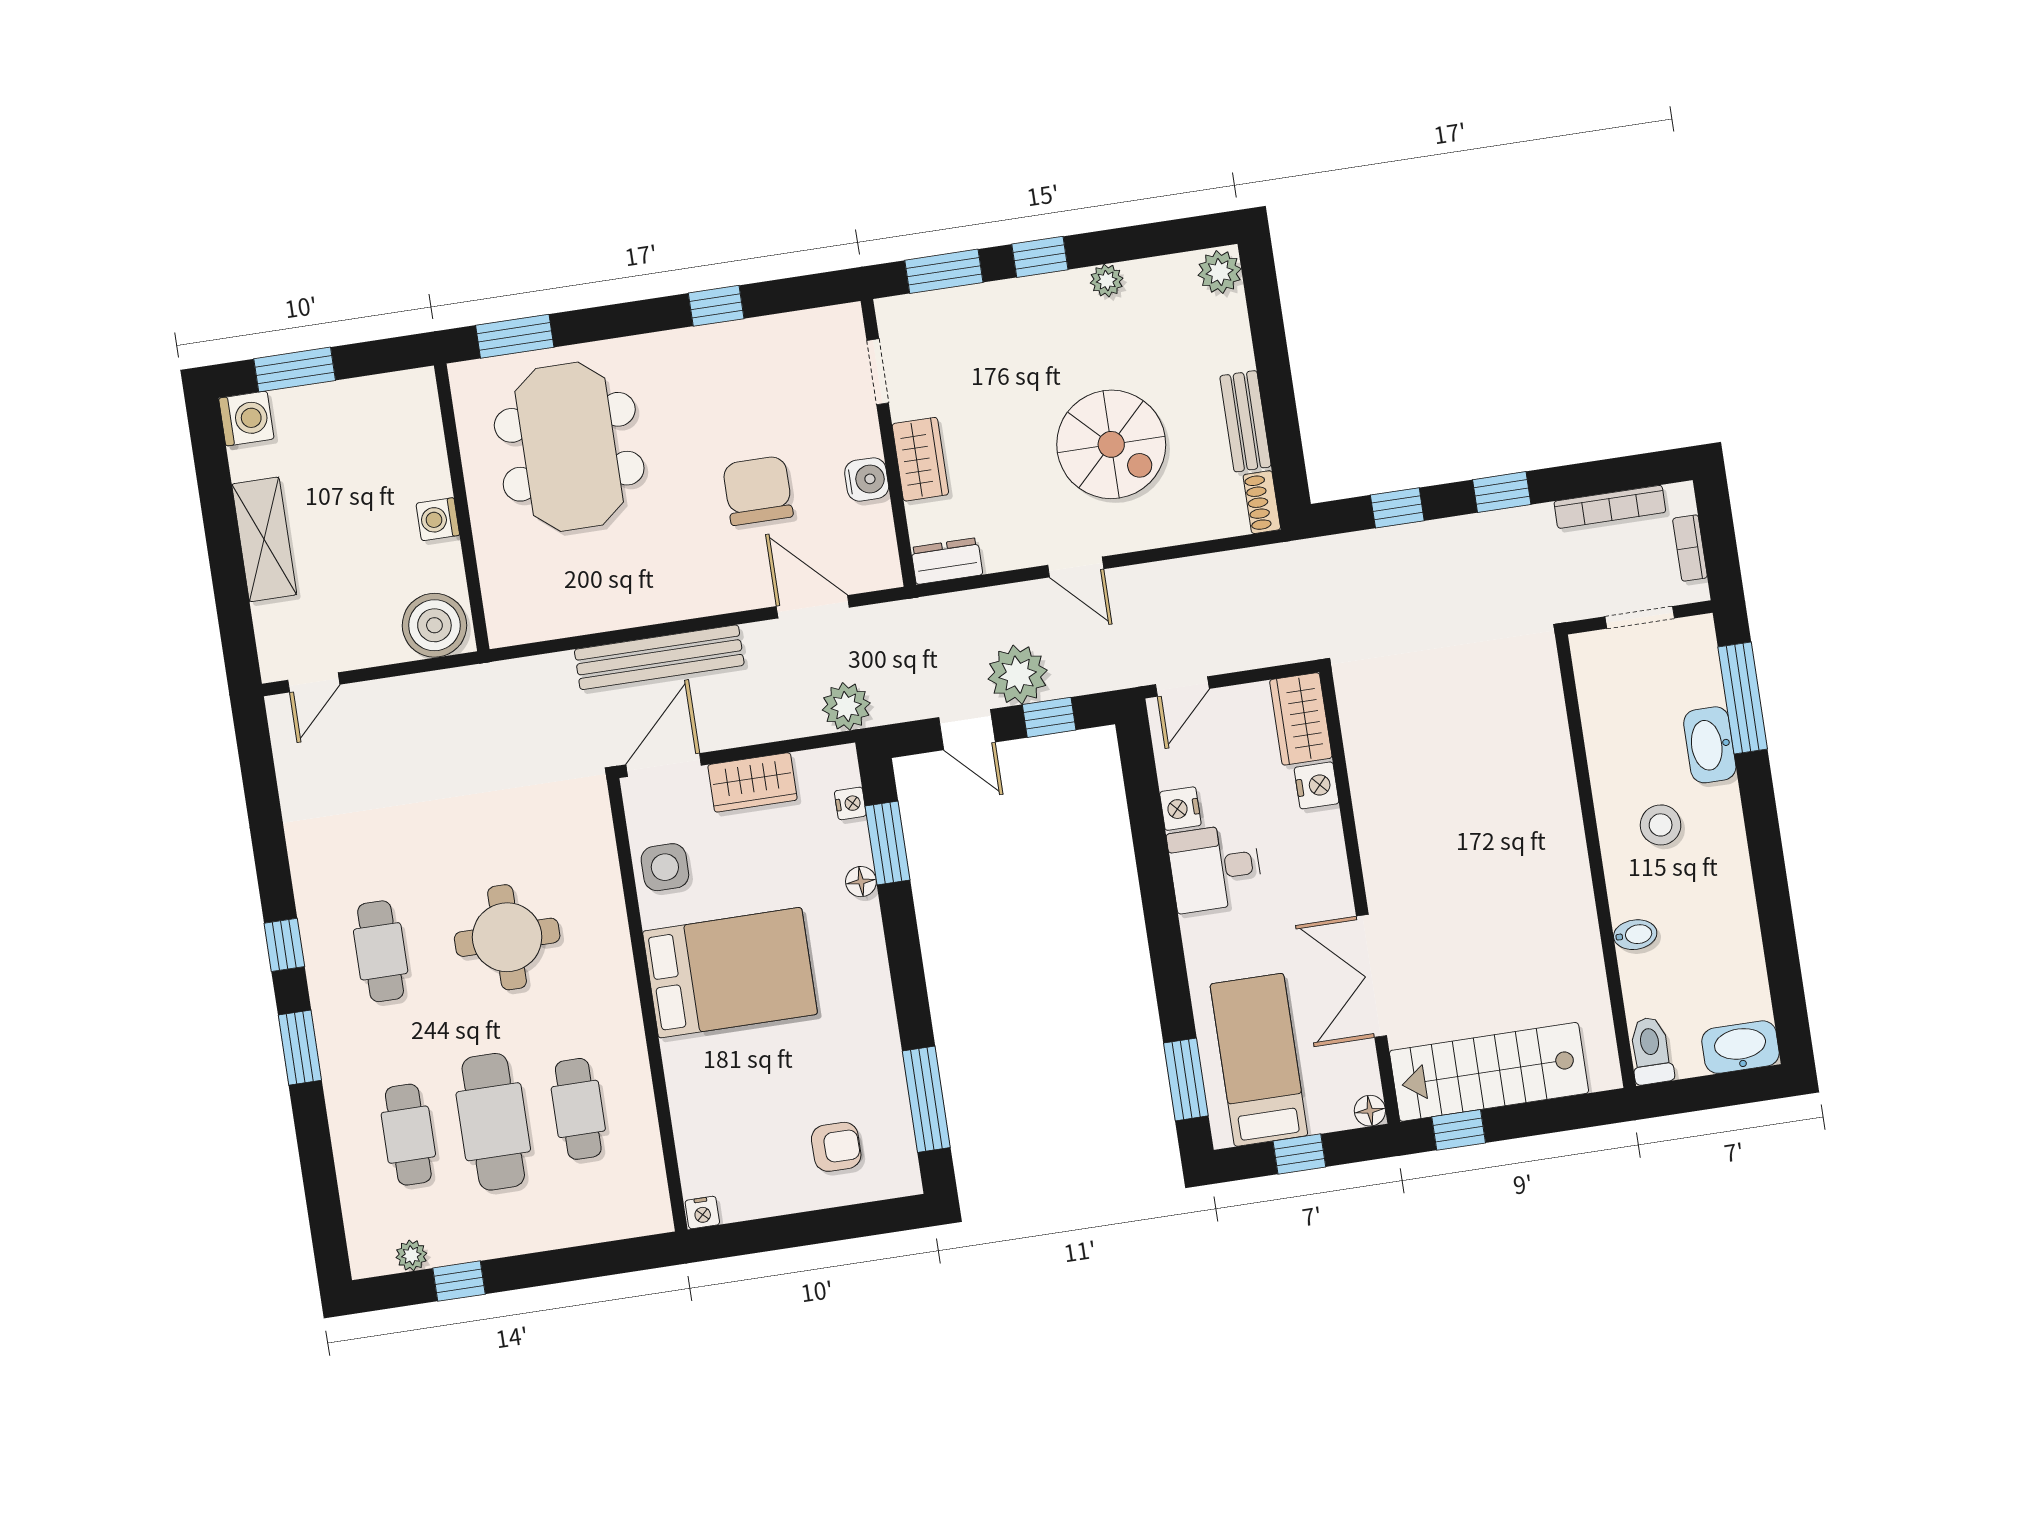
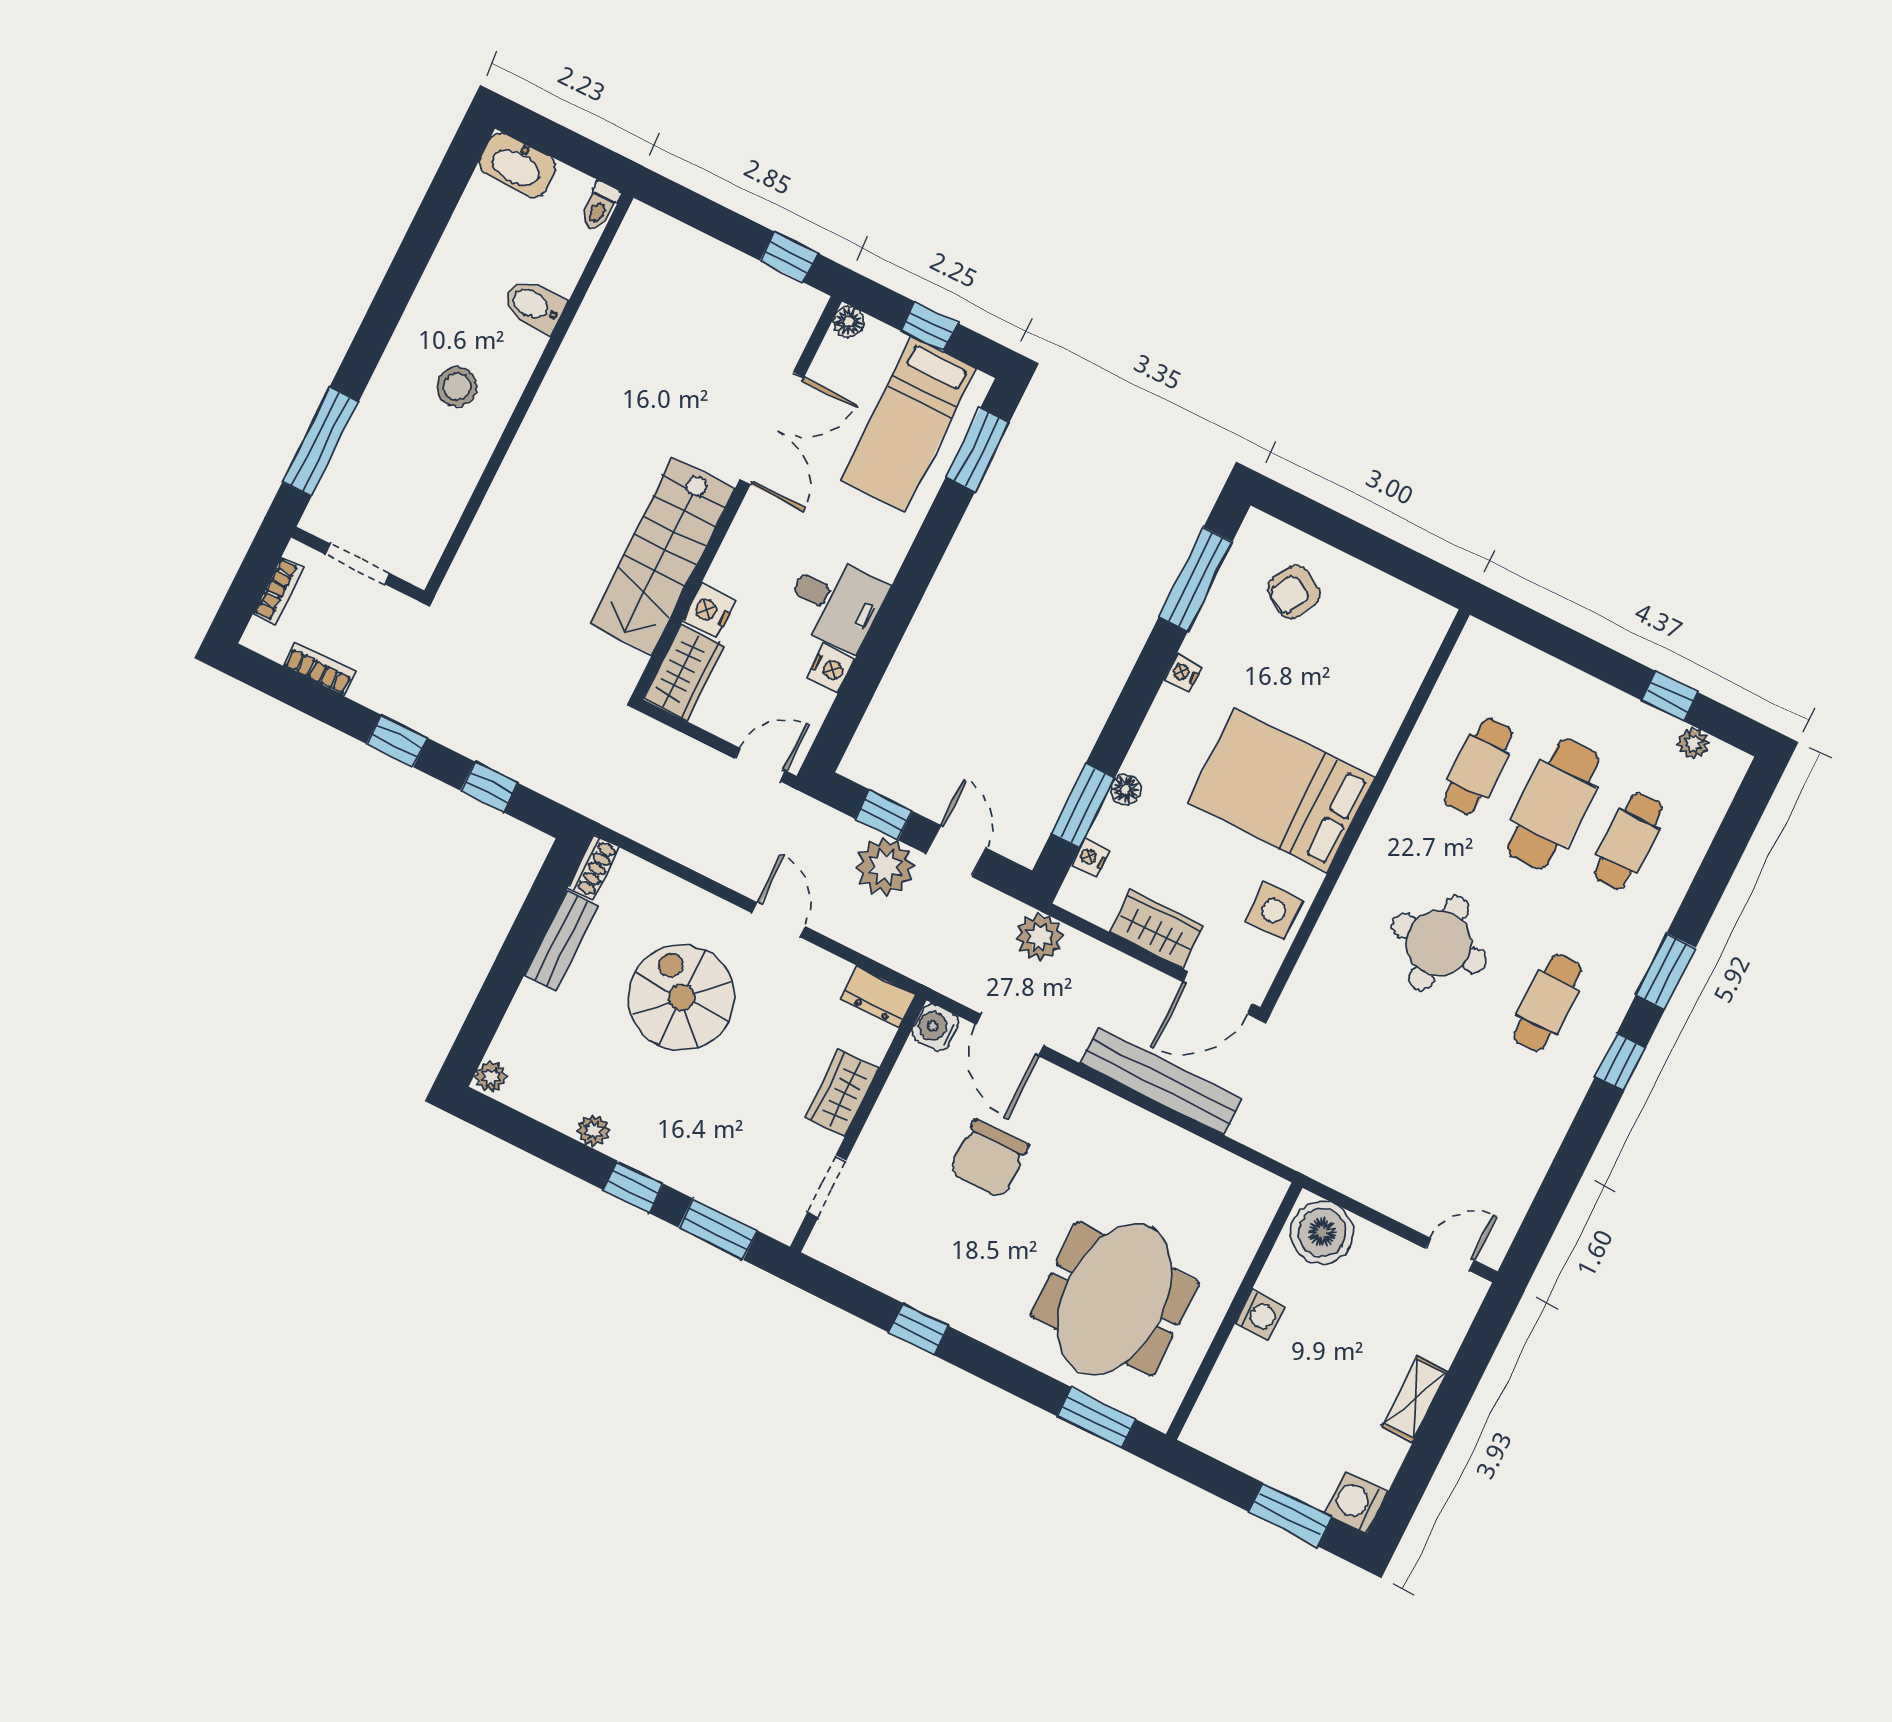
plant: (1220, 272) -> (491, 1077), width x0.73, depth x0.73
water cooler: (867, 479) -> (935, 1027), moved
bookcase: (1610, 507) -> (319, 669), width x0.64
shelving: (264, 539) -> (1415, 1399), width x0.67, depth x0.75
washbasin: (1710, 745) -> (373, 423), removed
bidet: (1635, 935) -> (534, 305), width x1.38, depth x1.36
toilet: (1651, 1051) -> (600, 207), width x0.73, depth x0.72
stairs: (1489, 1072) -> (662, 556), moved, turned 90
armchair: (836, 1147) -> (1294, 592), turned -60
nightstand: (702, 1213) -> (1183, 673), moved, turned -90

